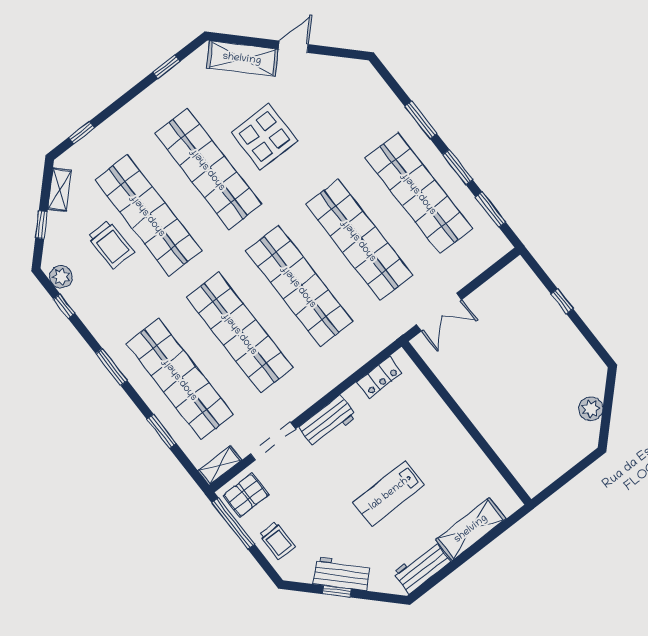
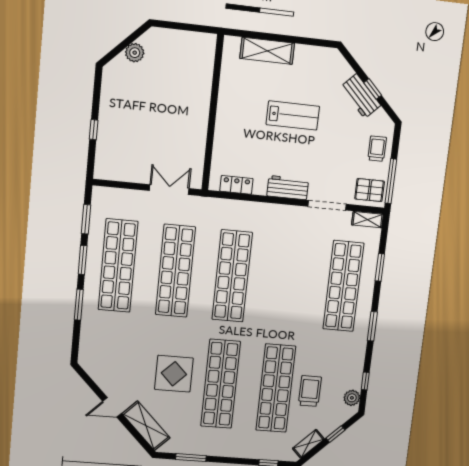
window: (166, 67) -> (191, 458), width x1.50
shop shelf: (240, 333) -> (288, 281), removed
workbench: (422, 567) -> (314, 56), removed

